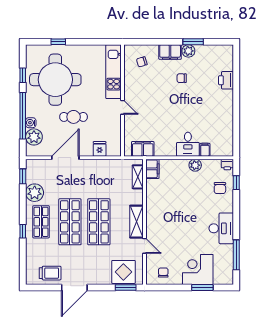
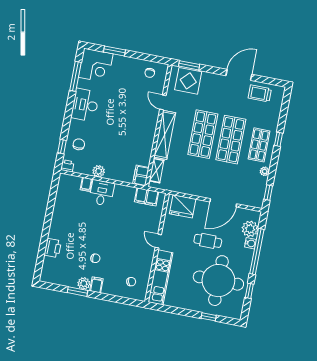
filing cabinet: (170, 52) -> (96, 285), width x0.50
fridge: (100, 149) -> (183, 206), width x1.88, depth x1.34
plant: (35, 193) -> (265, 171), width x0.53, depth x0.53
shelving: (137, 222) -> (165, 135), width x1.47
corner desk: (198, 269) -> (96, 65), moved

